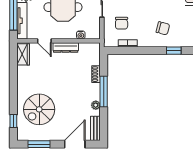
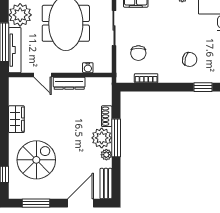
wardrobe: (23, 54) -> (16, 119), moved
plant: (92, 92) -> (102, 138), added
spiral stairs: (39, 109) -> (36, 160), turned 180

